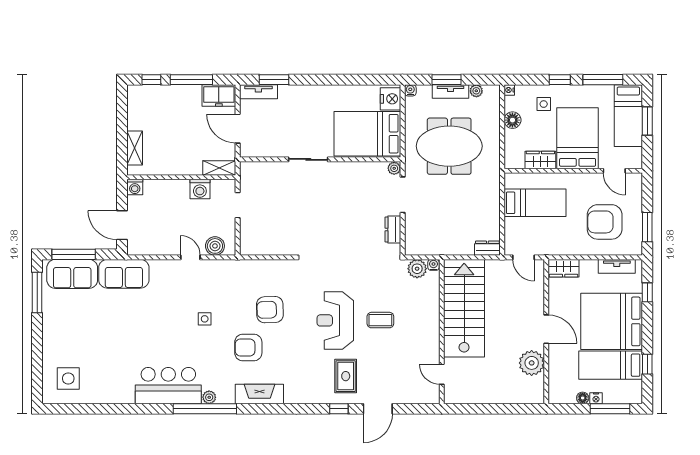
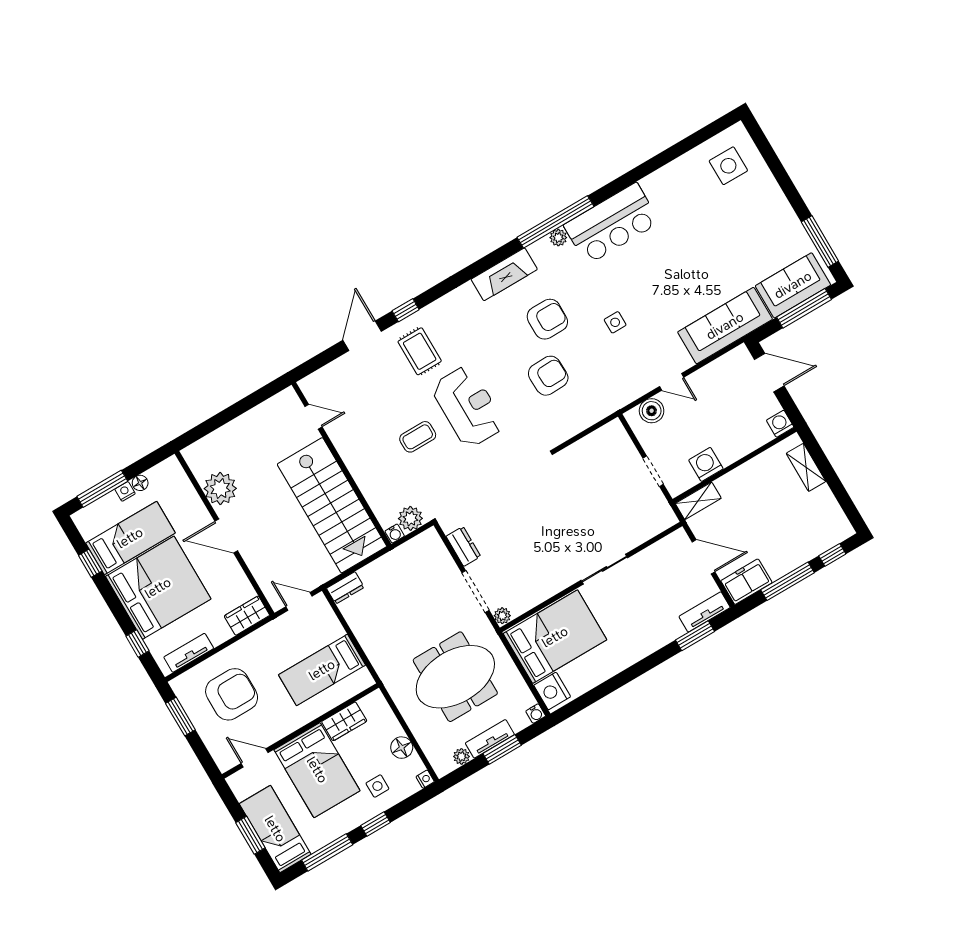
sofa: (124, 274) -> (725, 326), width x1.36

